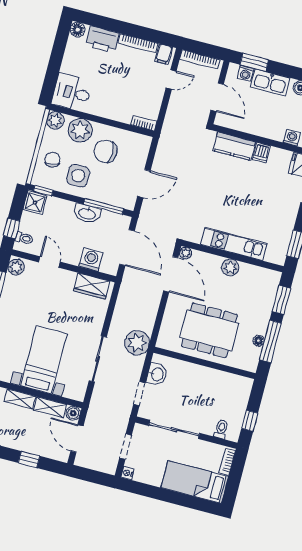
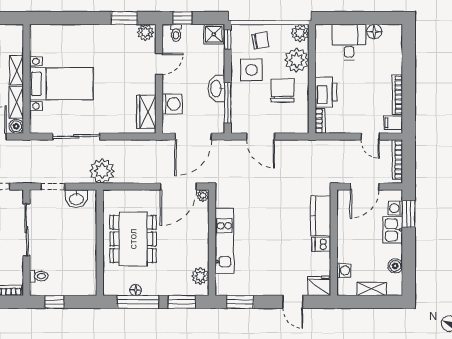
floor lamp: (78, 30) -> (374, 32), moved
printer: (102, 40) -> (326, 92), moved, turned 180
kitchen sink: (270, 82) -> (393, 230), width x0.73
desk: (72, 92) -> (349, 42), moved
plant: (230, 267) -> (200, 276), moved

